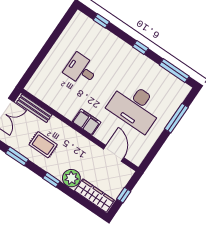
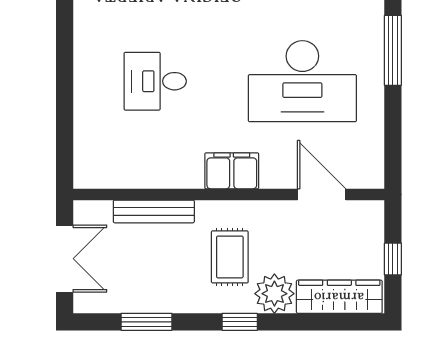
bench: (34, 108) -> (154, 211), moved
rug: (43, 145) -> (230, 257), moved, turned 90

